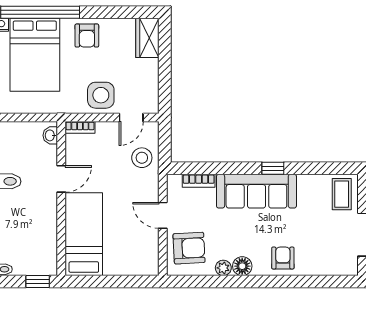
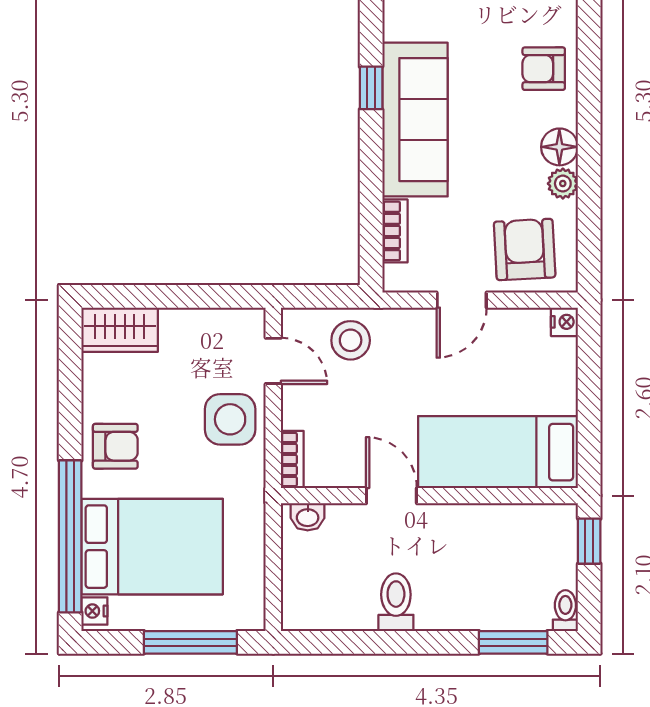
nightstand: (151, 269) -> (564, 322), added

